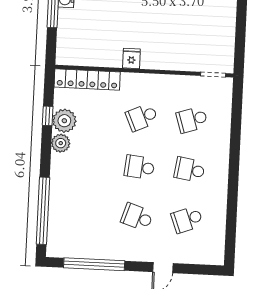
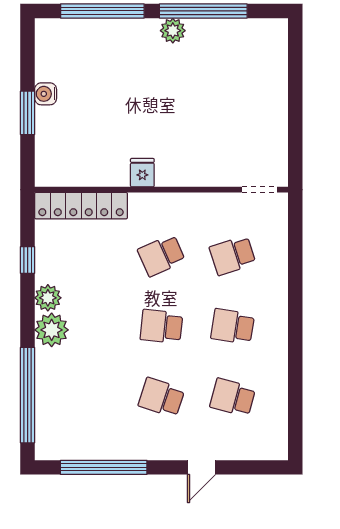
plant: (64, 121) -> (52, 330), moved
school desk: (187, 220) -> (233, 397), turned 36

